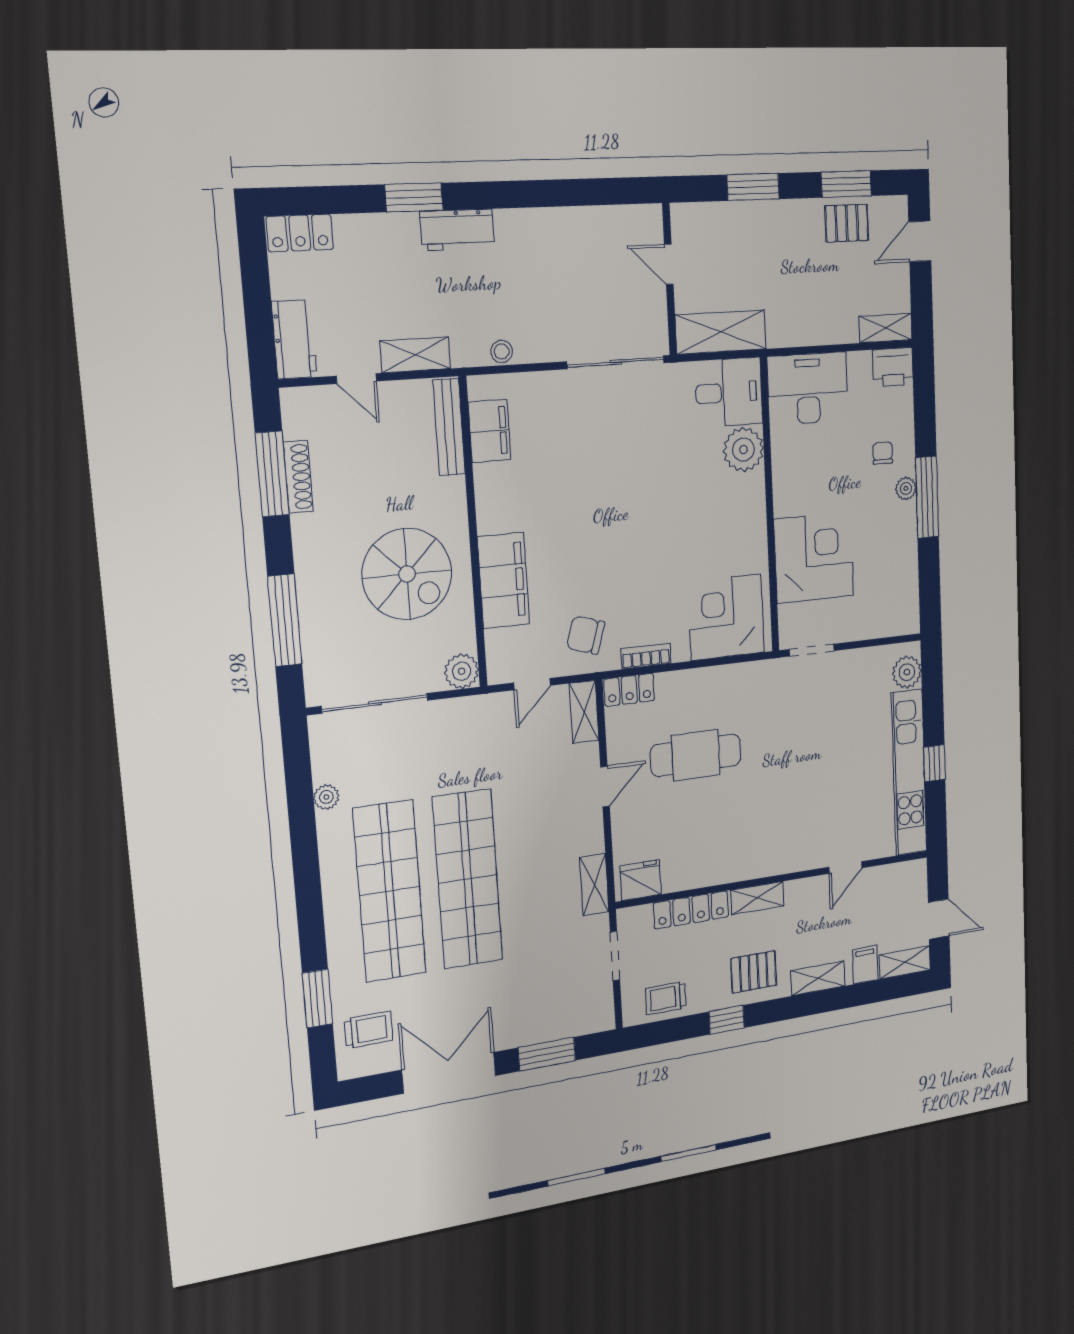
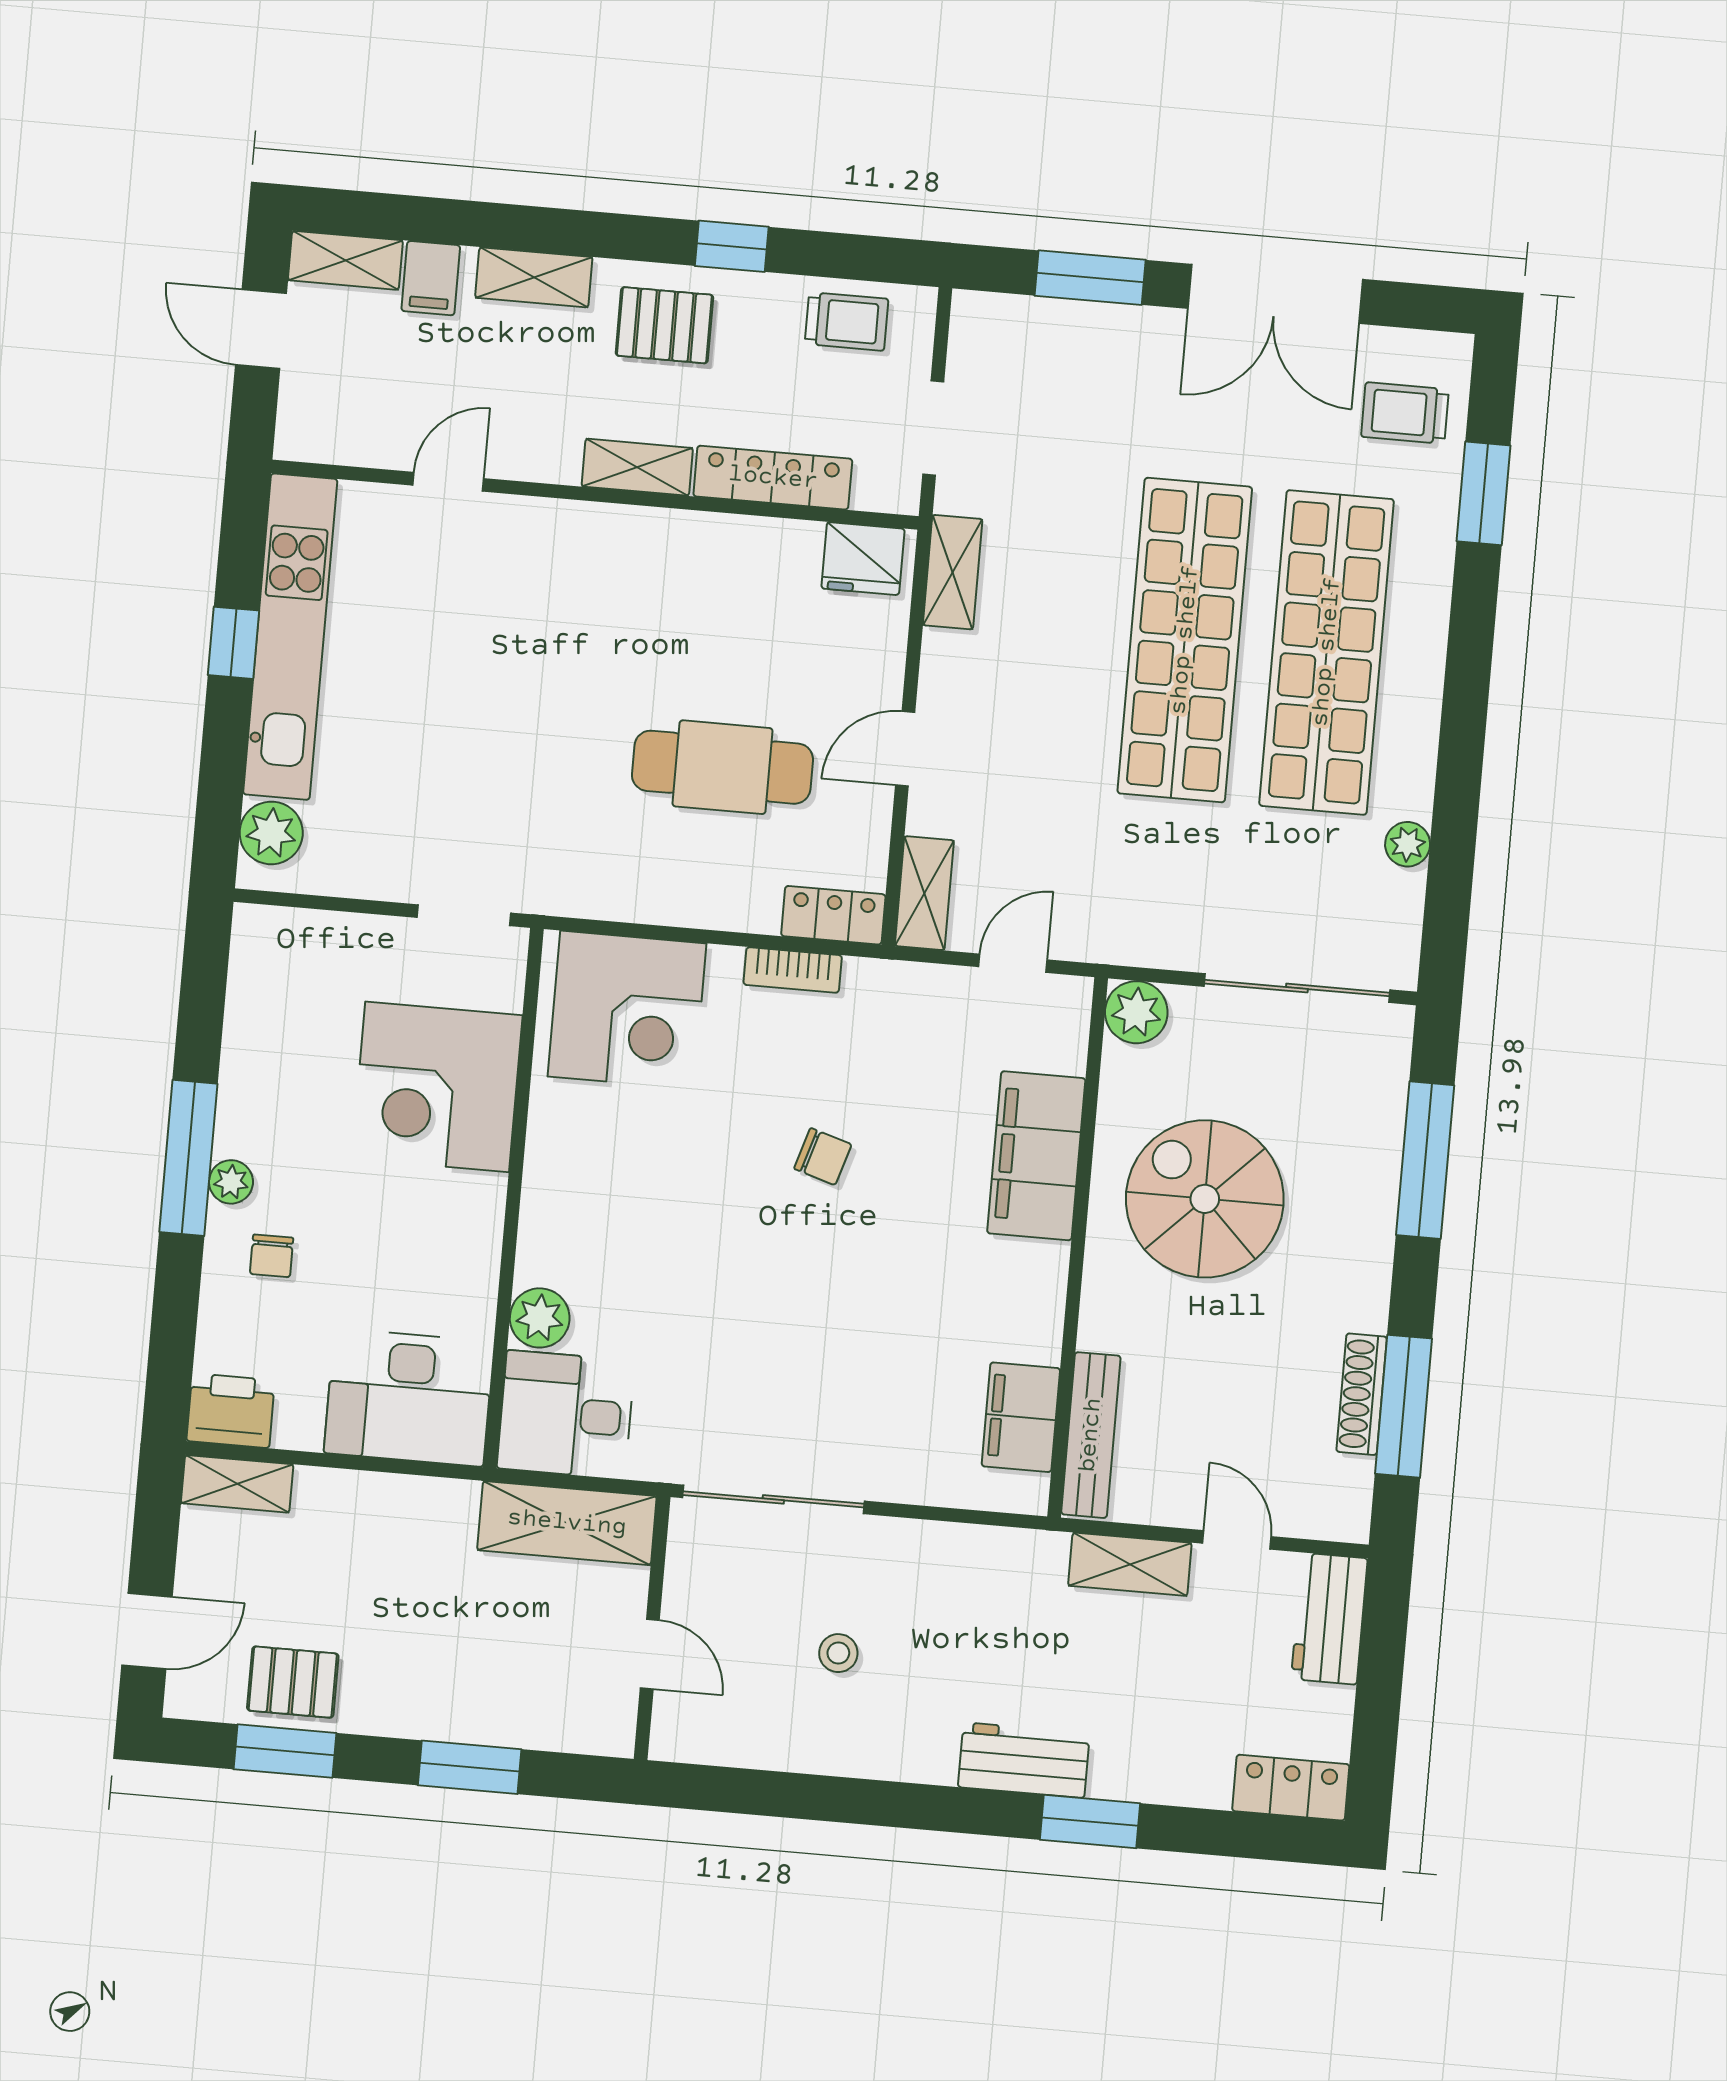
stool: (502, 351) -> (838, 1653), moved
plant: (743, 450) -> (540, 1318), width x0.73, depth x0.73
chair: (586, 635) -> (823, 1157), moved, width x0.73, depth x0.73

